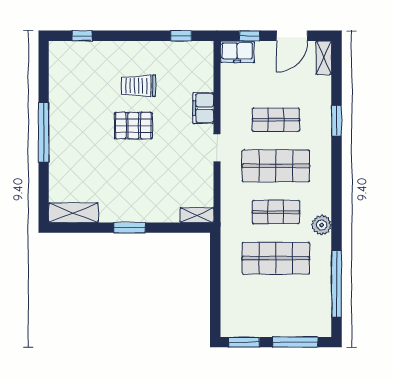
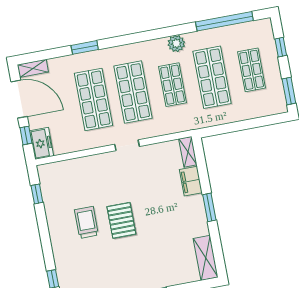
door: (292, 36) -> (19, 99), width x1.36
trolley: (139, 86) -> (86, 222), turned 180
filing cabinet: (203, 108) -> (191, 181), moved, turned 90
shop shelf: (276, 120) -> (94, 99), width x1.43, depth x1.36
shop shelf: (276, 304) -> (252, 70), added
window: (295, 342) -> (281, 47), width x0.46

